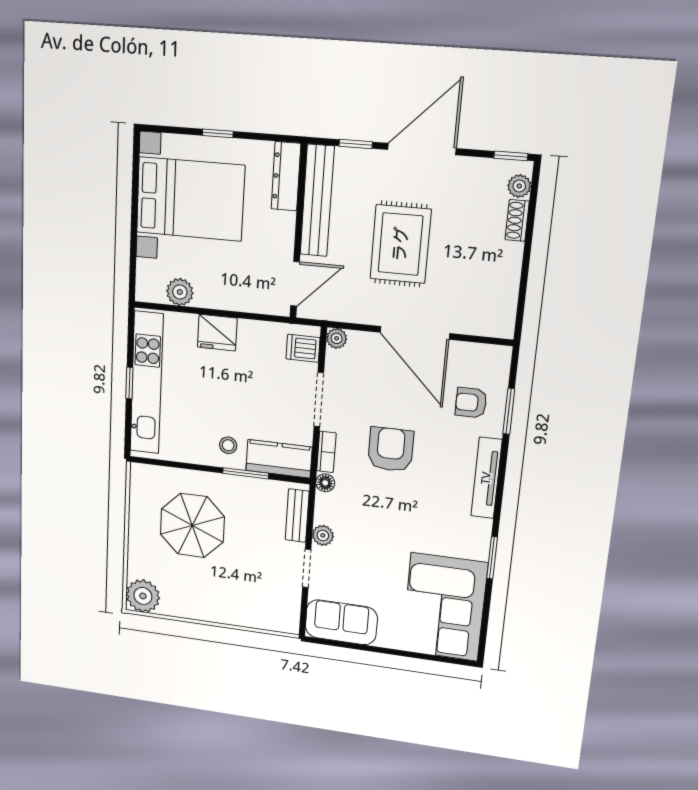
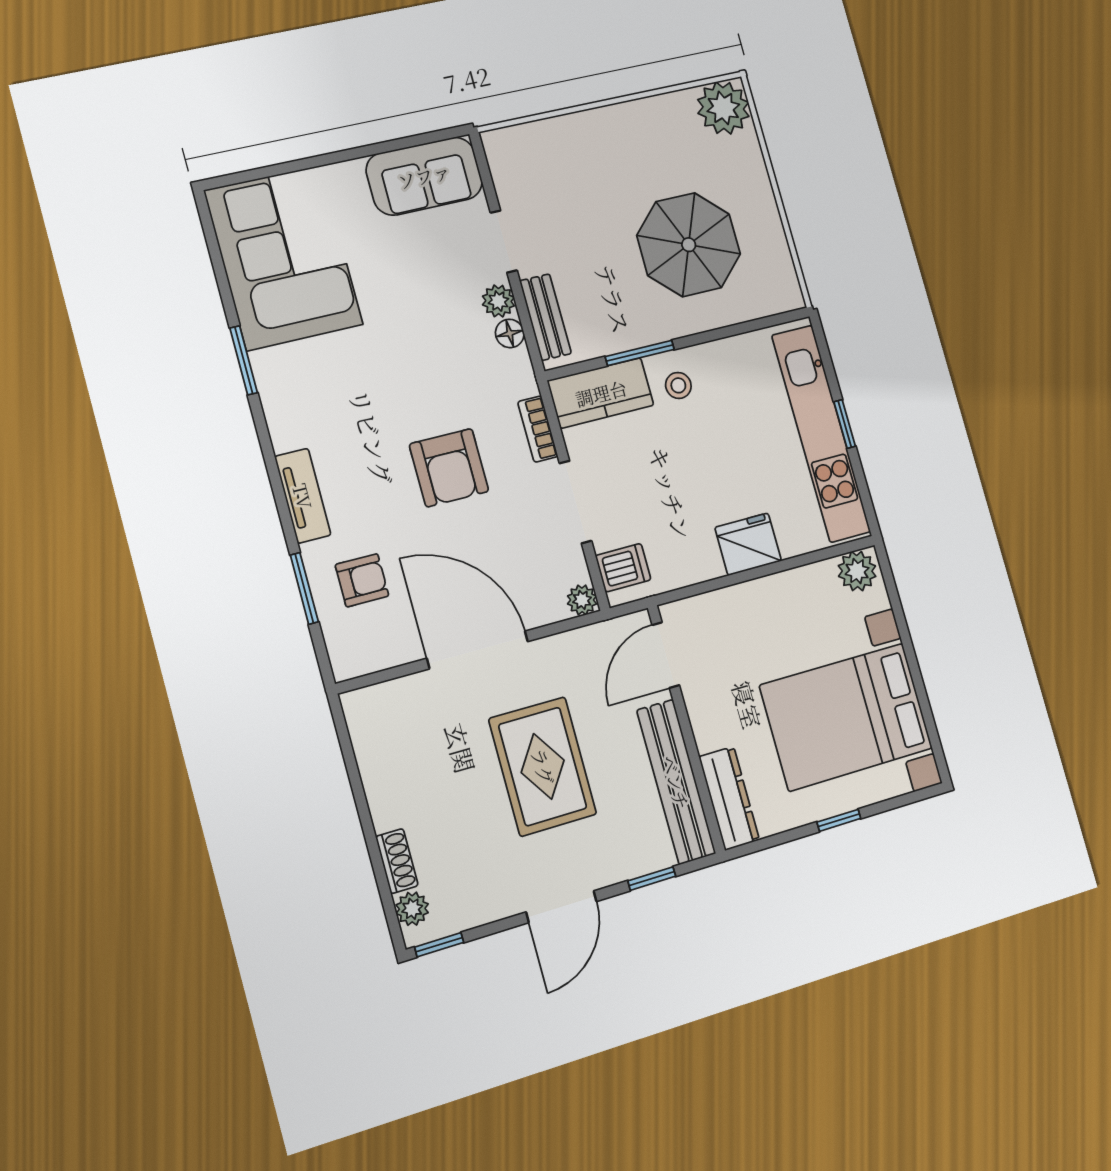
door: (422, 149) -> (561, 907), width x0.73
plant: (180, 292) -> (857, 571), moved
tv unit: (486, 478) -> (303, 496), width x0.71
floor lamp: (325, 483) -> (510, 333), moved

